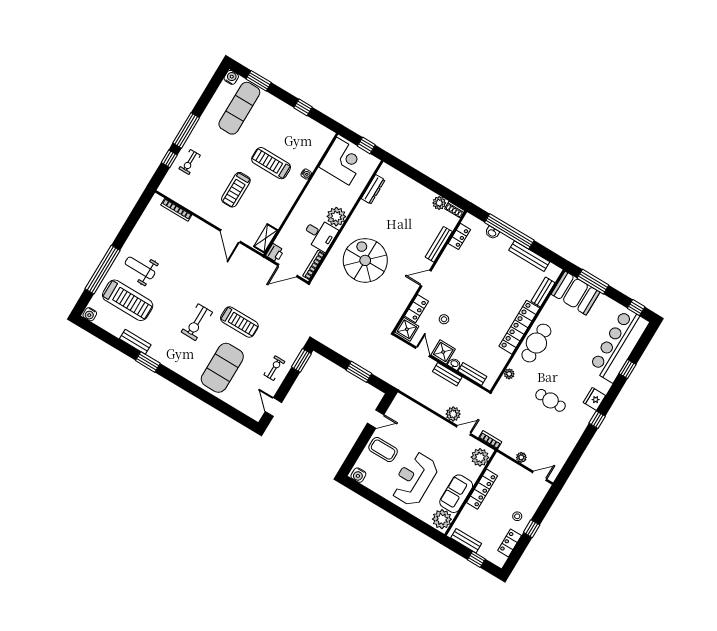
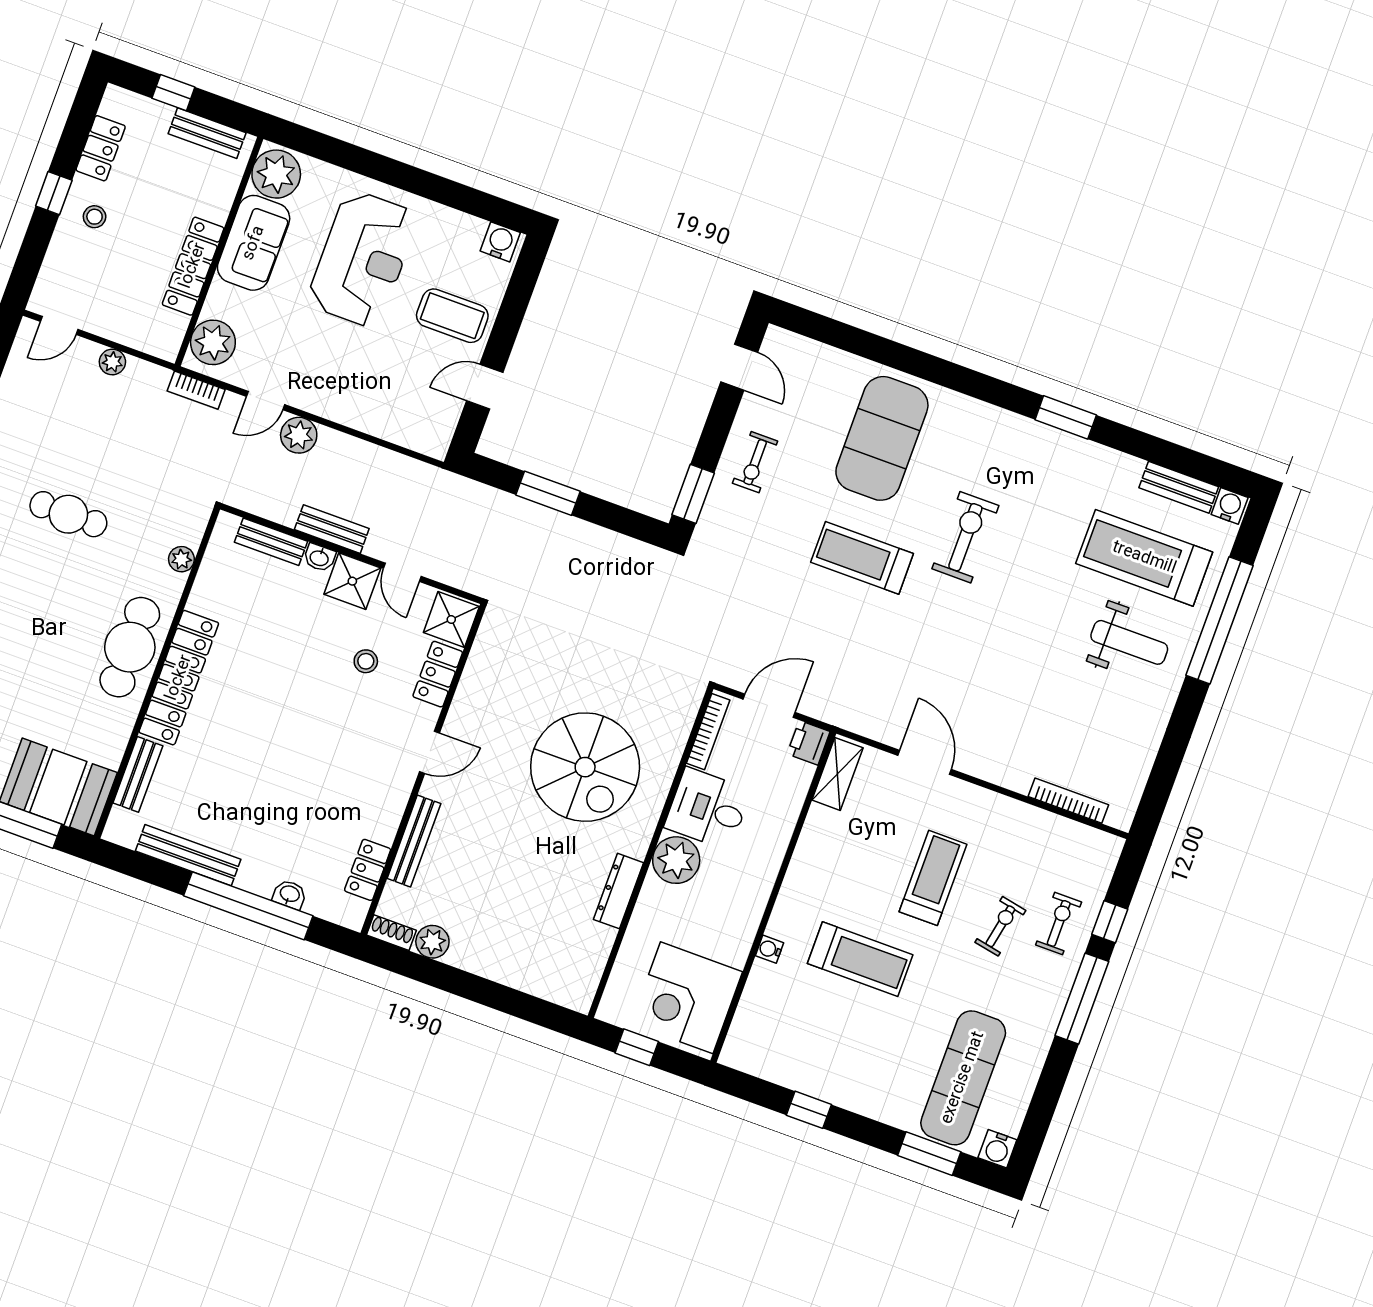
exercise bike: (213, 165) -> (1000, 926), added
dresser: (373, 189) -> (618, 891), moved
bench: (135, 342) -> (1179, 487), moved

